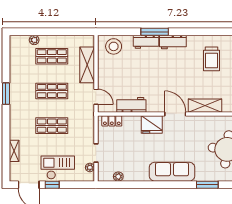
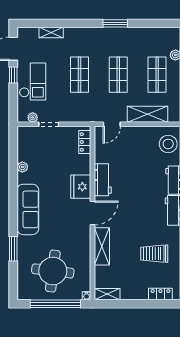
workbench: (131, 105) -> (103, 180), moved
plant: (118, 177) -> (22, 167), moved

